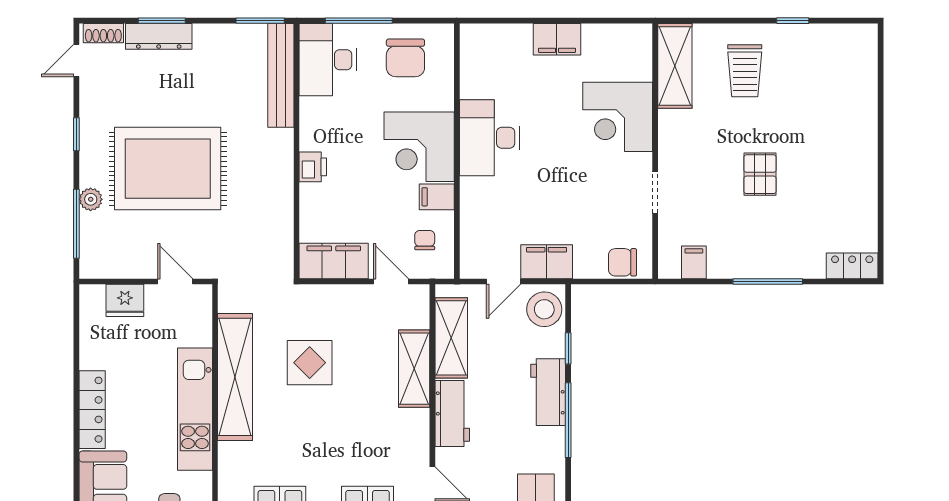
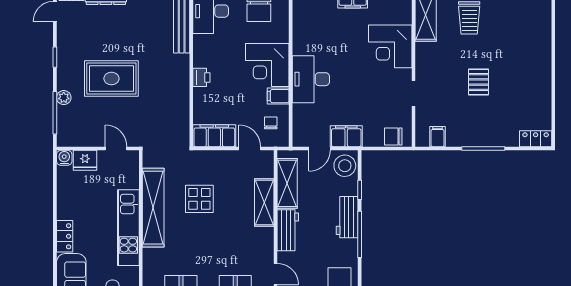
desk: (489, 138) -> (311, 79), moved
rug: (168, 169) -> (111, 79), width x0.73, depth x0.69
water cooler: (92, 297) -> (64, 158), added
locker: (92, 410) -> (65, 236), width x0.66

